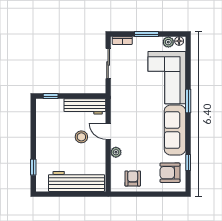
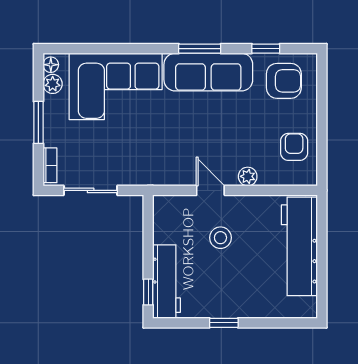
window: (188, 101) -> (200, 49), moved
workbench: (85, 106) -> (167, 282), moved
door: (108, 131) -> (210, 190), swing flipped
window: (33, 167) -> (224, 323), moved
armchair: (170, 173) -> (284, 81), turned -90
armchair: (133, 178) -> (294, 147), turned 90

